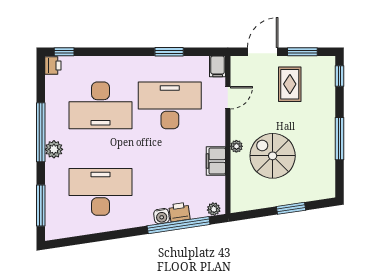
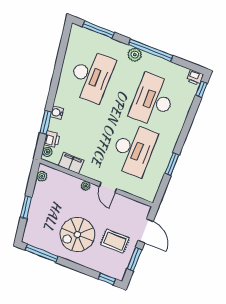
filing cabinet: (218, 66) -> (148, 195), removed
door: (228, 98) -> (108, 187), moved
window: (339, 139) -> (42, 253), moved
spiral stairs: (273, 156) -> (77, 235), moved, turned 180
filing cabinet: (216, 161) -> (71, 163), moved
plant: (246, 204) -> (42, 176), added
printer: (179, 212) -> (52, 139), moved
window: (179, 225) -> (46, 122), width x0.47

